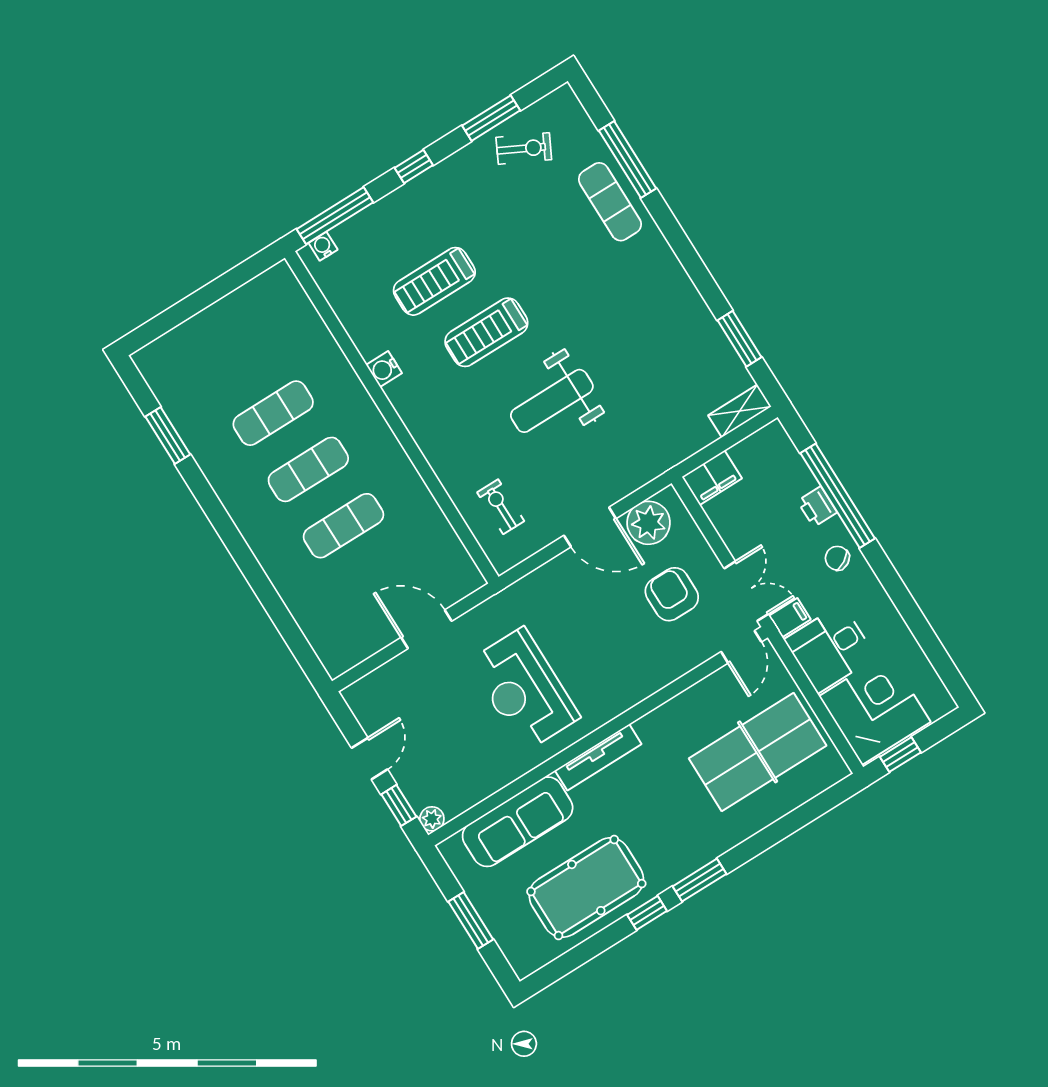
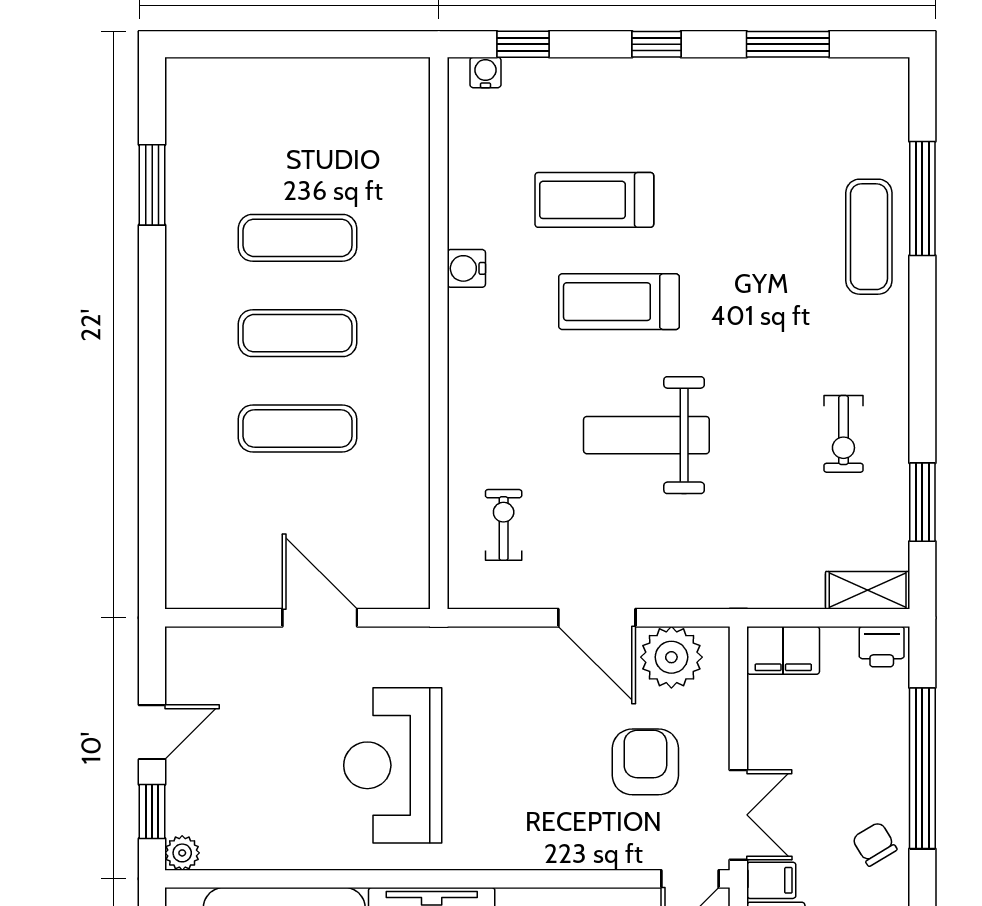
exercise bike: (524, 148) -> (843, 434), moved, turned 63
window: (335, 216) -> (523, 44), width x0.46
printer: (817, 507) -> (882, 647), moved, turned -90

